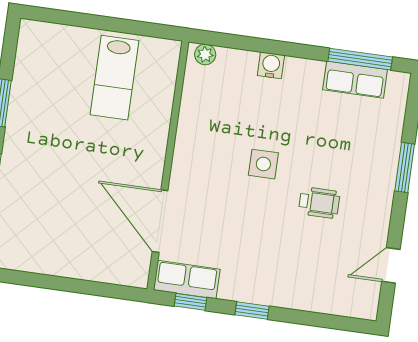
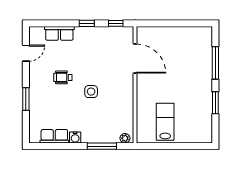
window: (360, 59) -> (102, 146), moved
water cooler: (271, 65) -> (75, 137), moved
row of seats: (187, 280) -> (59, 33), moved

